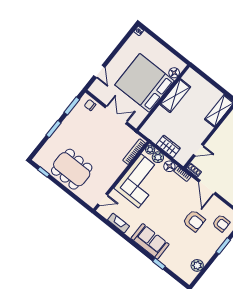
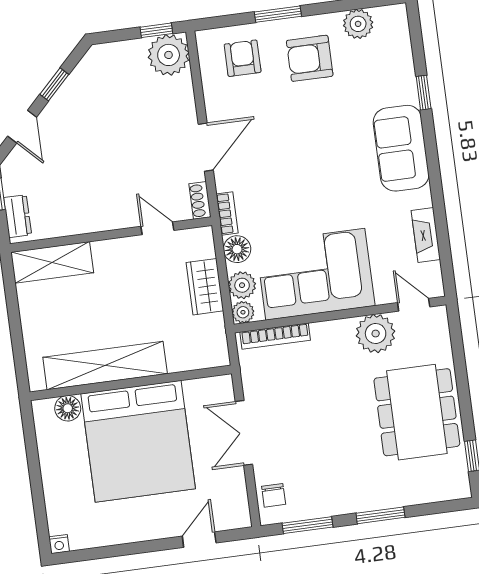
shelving: (175, 96) -> (105, 366), width x1.47
plant: (106, 180) -> (376, 333), added
armchair: (194, 221) -> (310, 58), moved, turned -90

